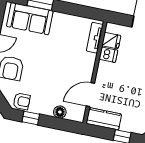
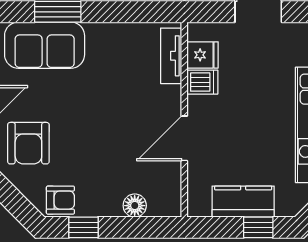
door: (90, 95) -> (184, 138), moved
kitchen counter: (104, 119) -> (243, 202), moved

